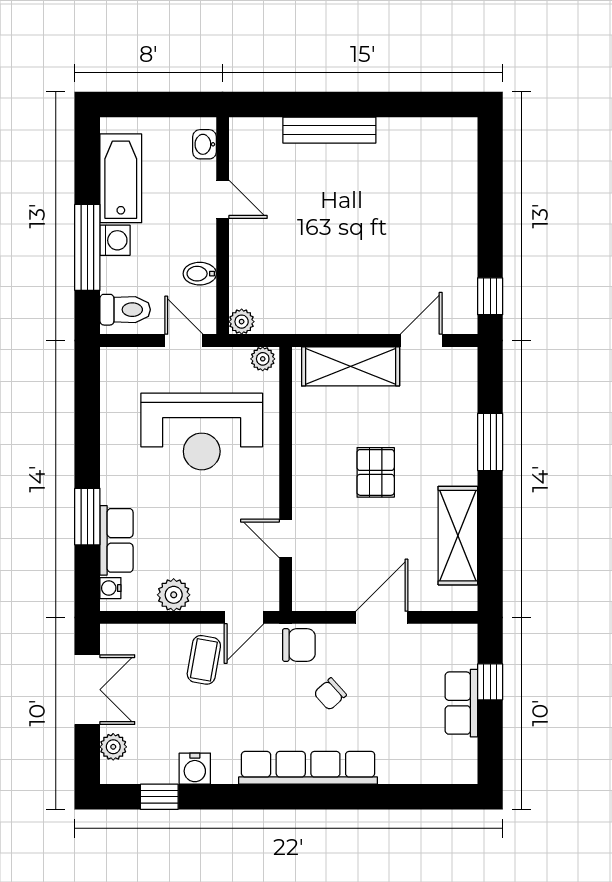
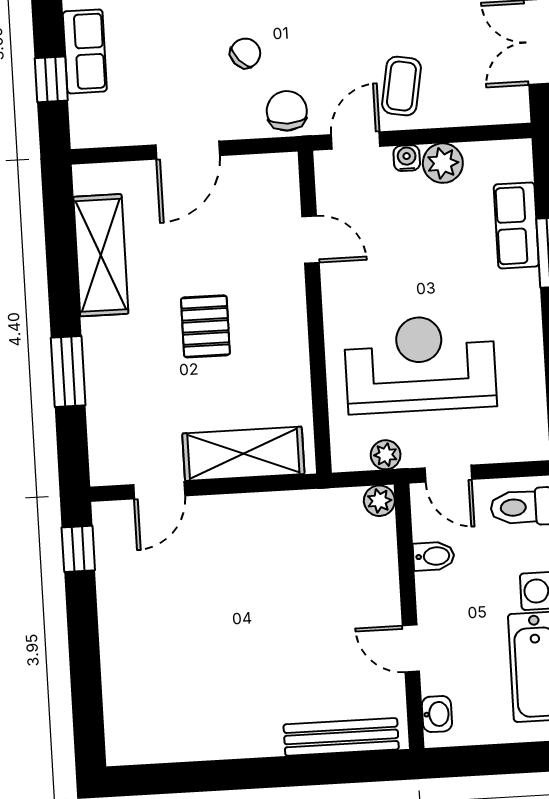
bench: (329, 130) -> (341, 737), moved
plant: (263, 359) -> (386, 455), moved
water cooler: (110, 588) -> (407, 158), moved, turned -90
chair: (299, 645) -> (287, 111), turned 90

